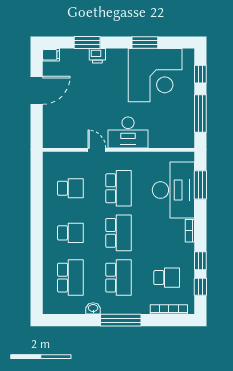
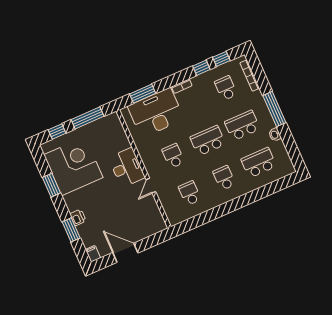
school desk: (119, 188) -> (173, 156), width x0.54

